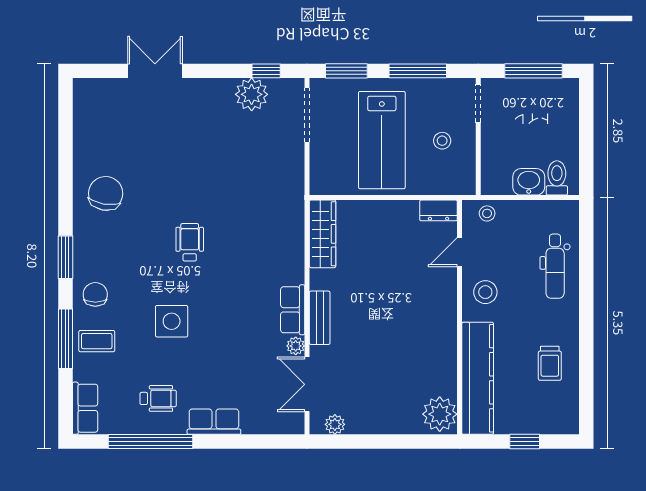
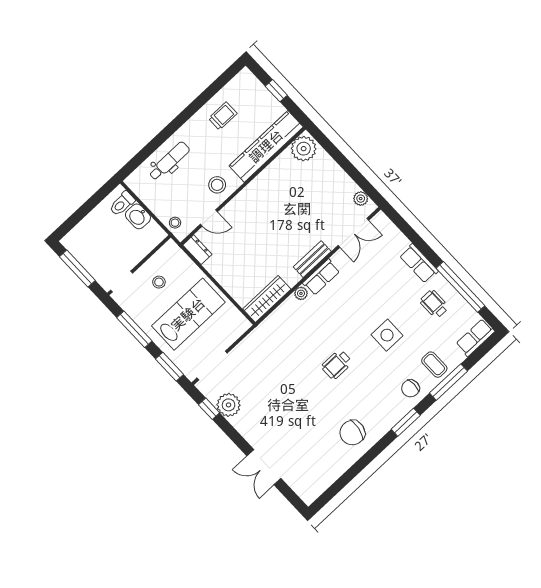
plant: (296, 346) -> (301, 293), moved

